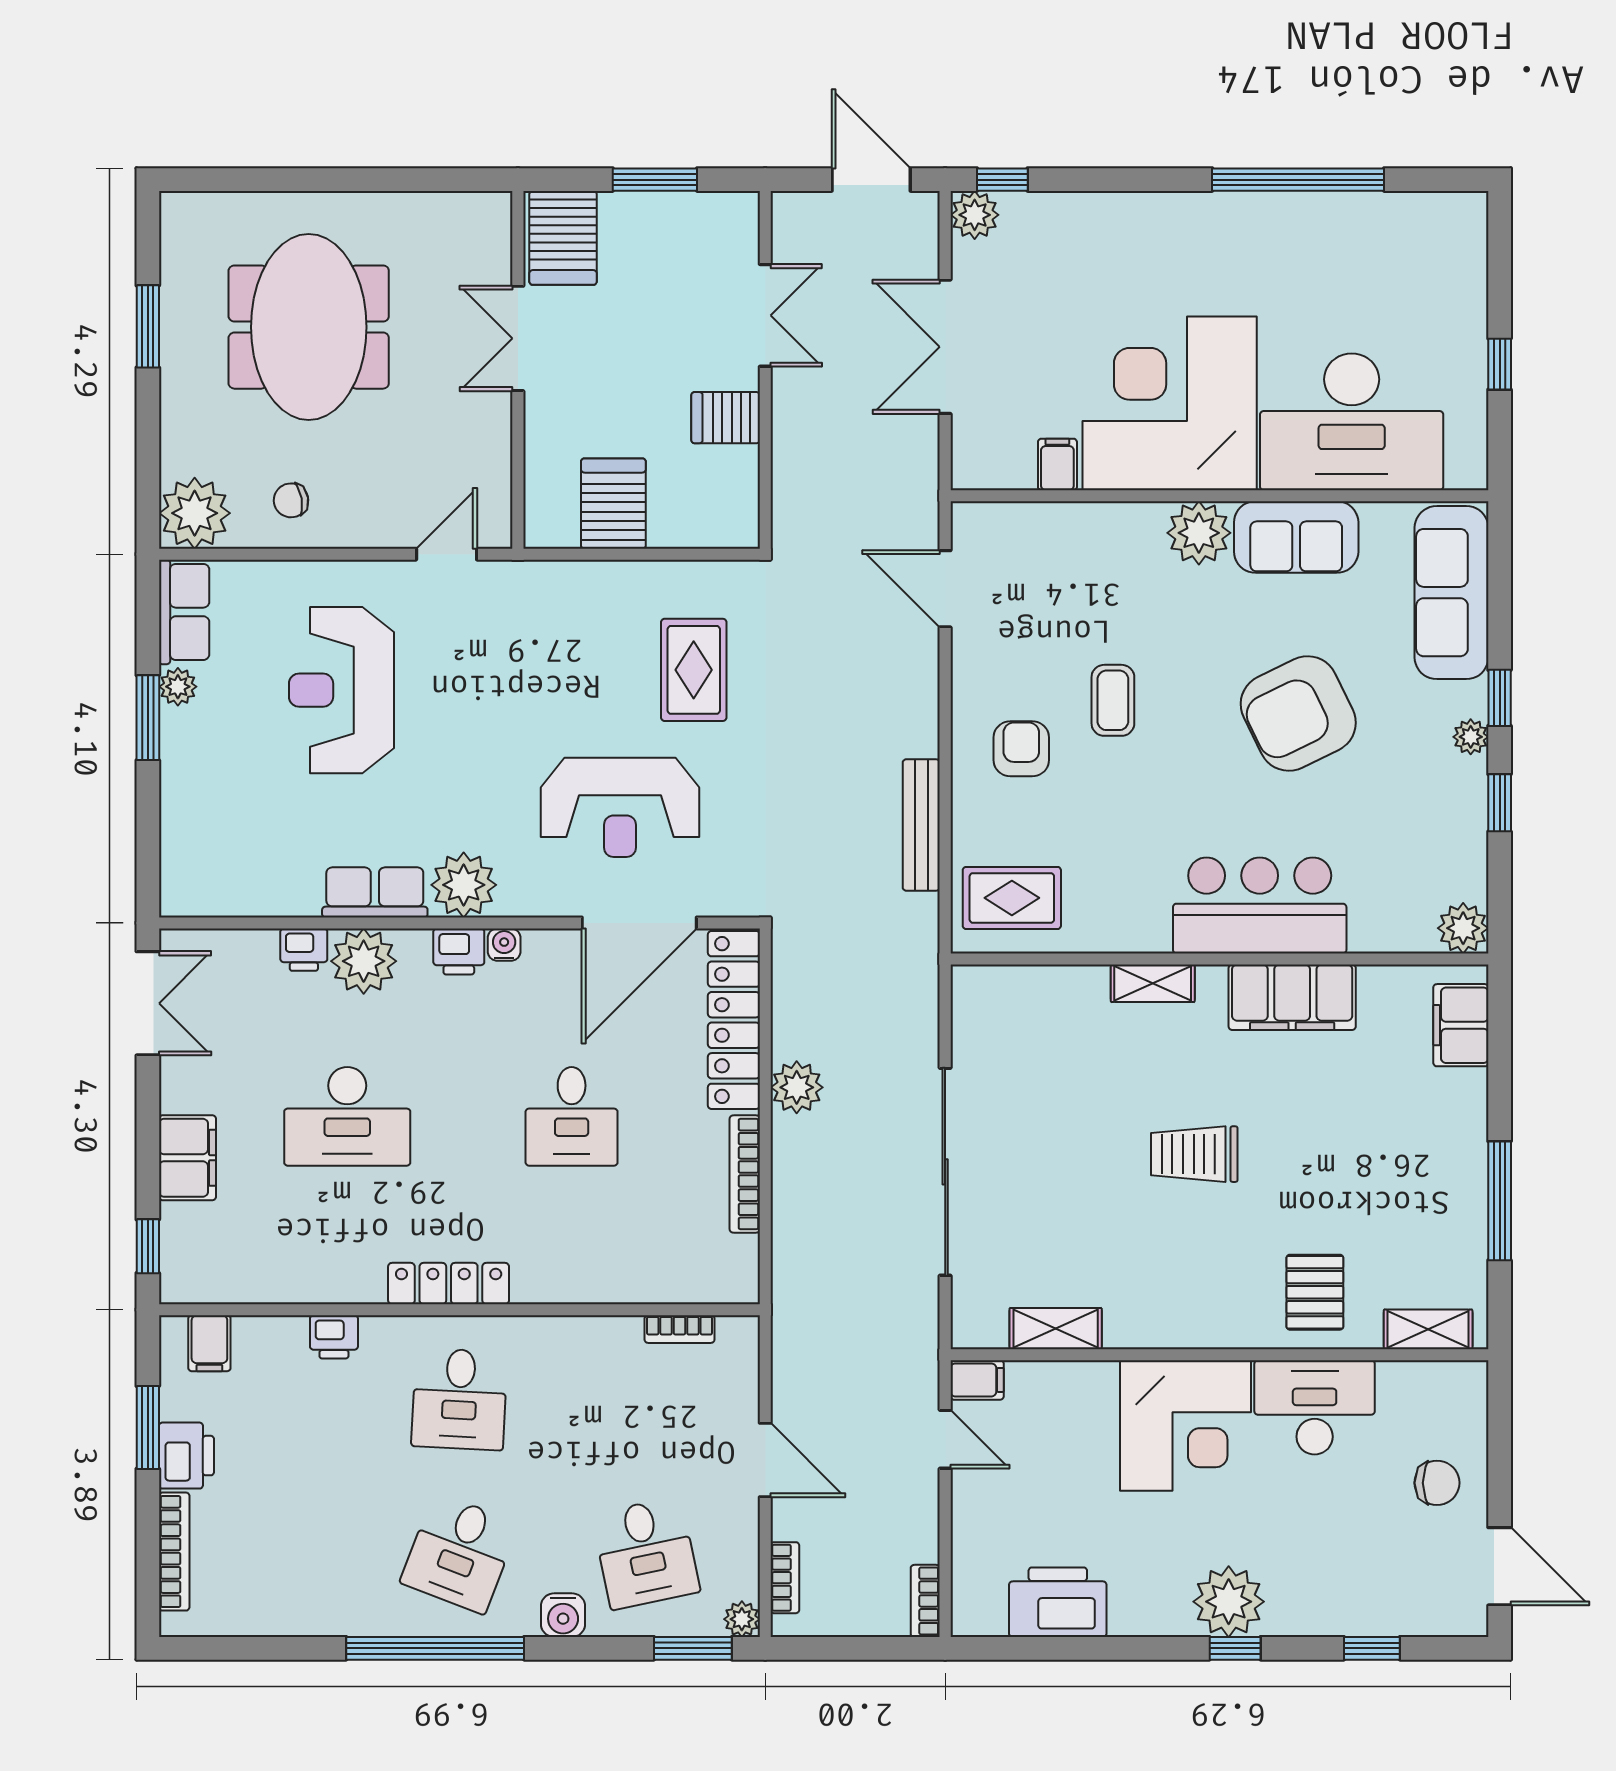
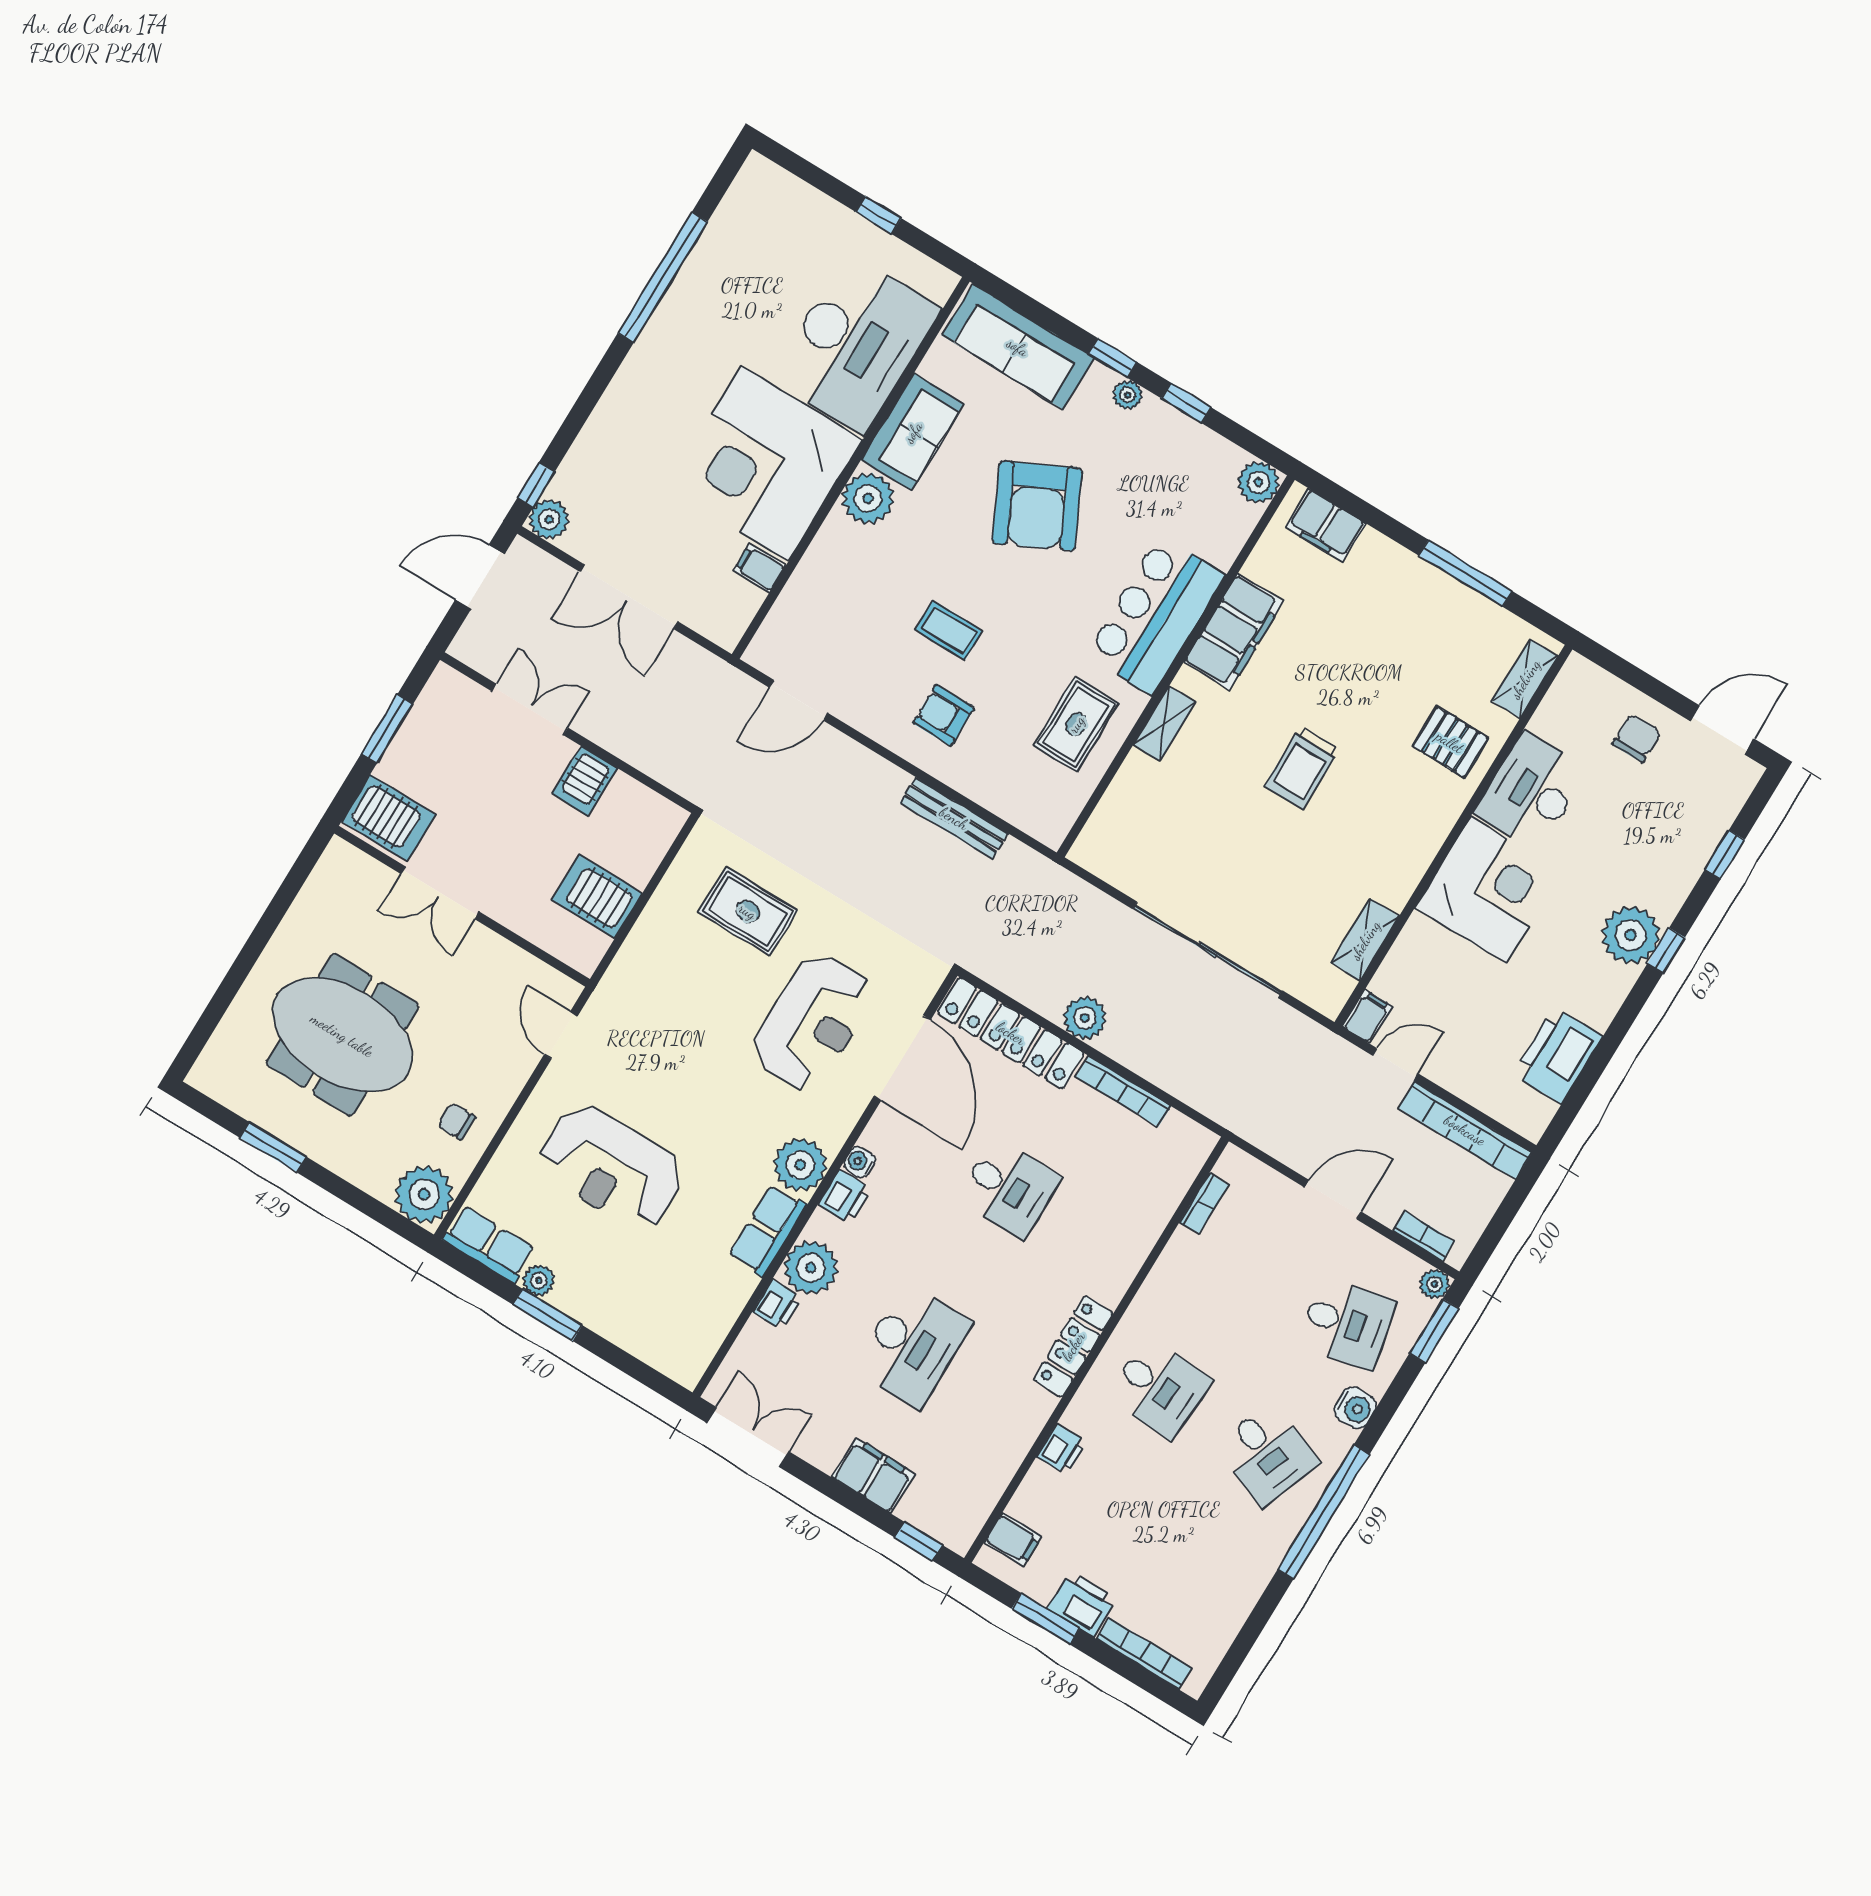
chair: (291, 500) -> (456, 1121), turned 100
rug: (1012, 898) -> (1076, 724), moved
bookcase: (925, 1601) -> (1465, 1130), width x2.31, depth x1.31

